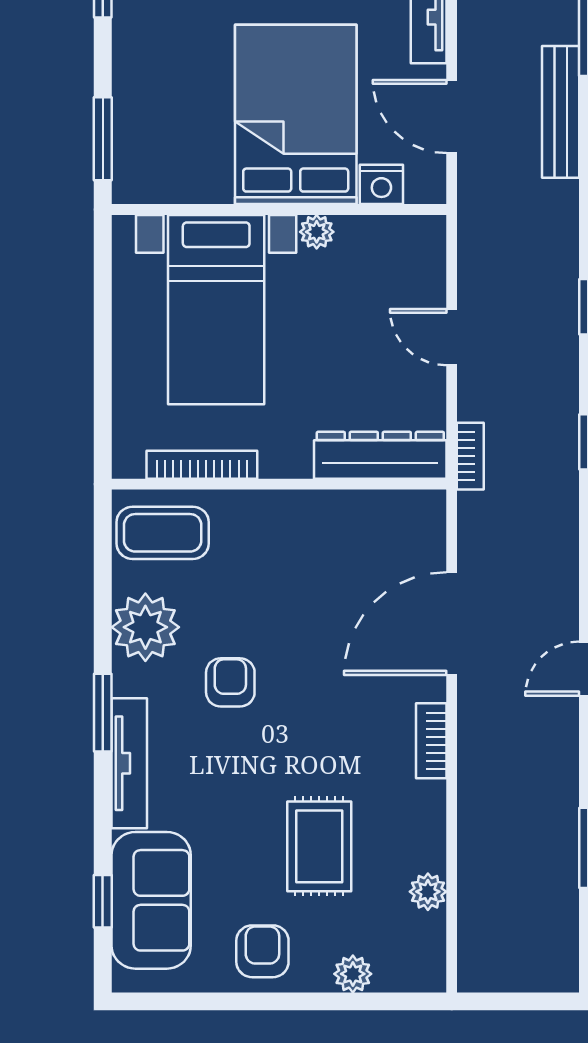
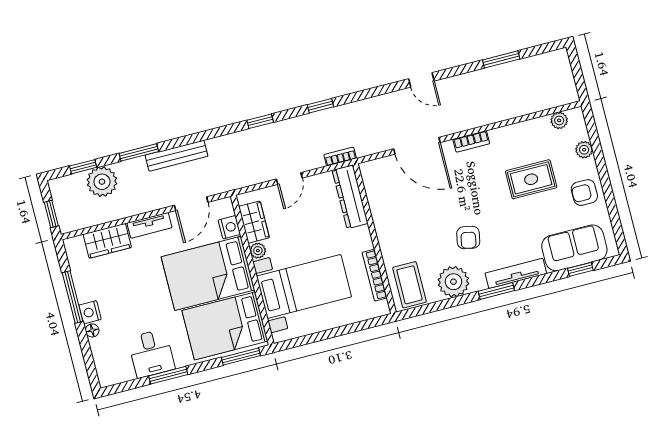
bed: (176, 122) -> (225, 326), added
wardrobe: (379, 239) -> (254, 222), added
armchair: (230, 682) -> (468, 238), turned -79
plant: (428, 892) -> (559, 120), moved

